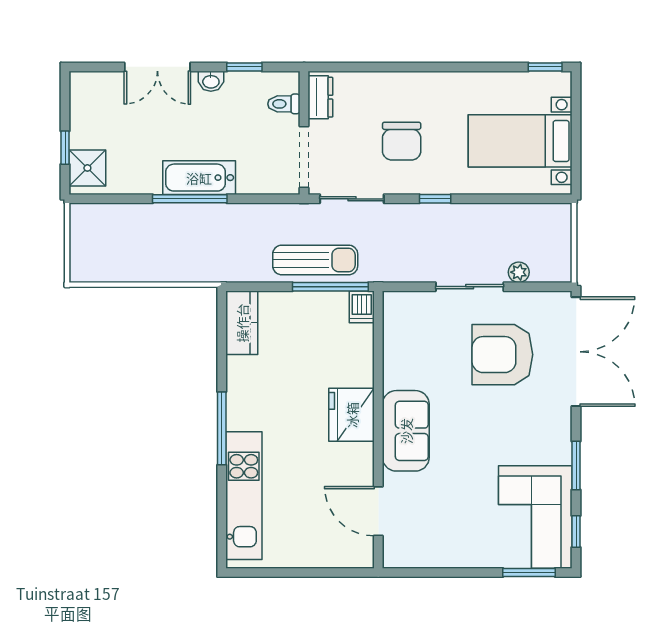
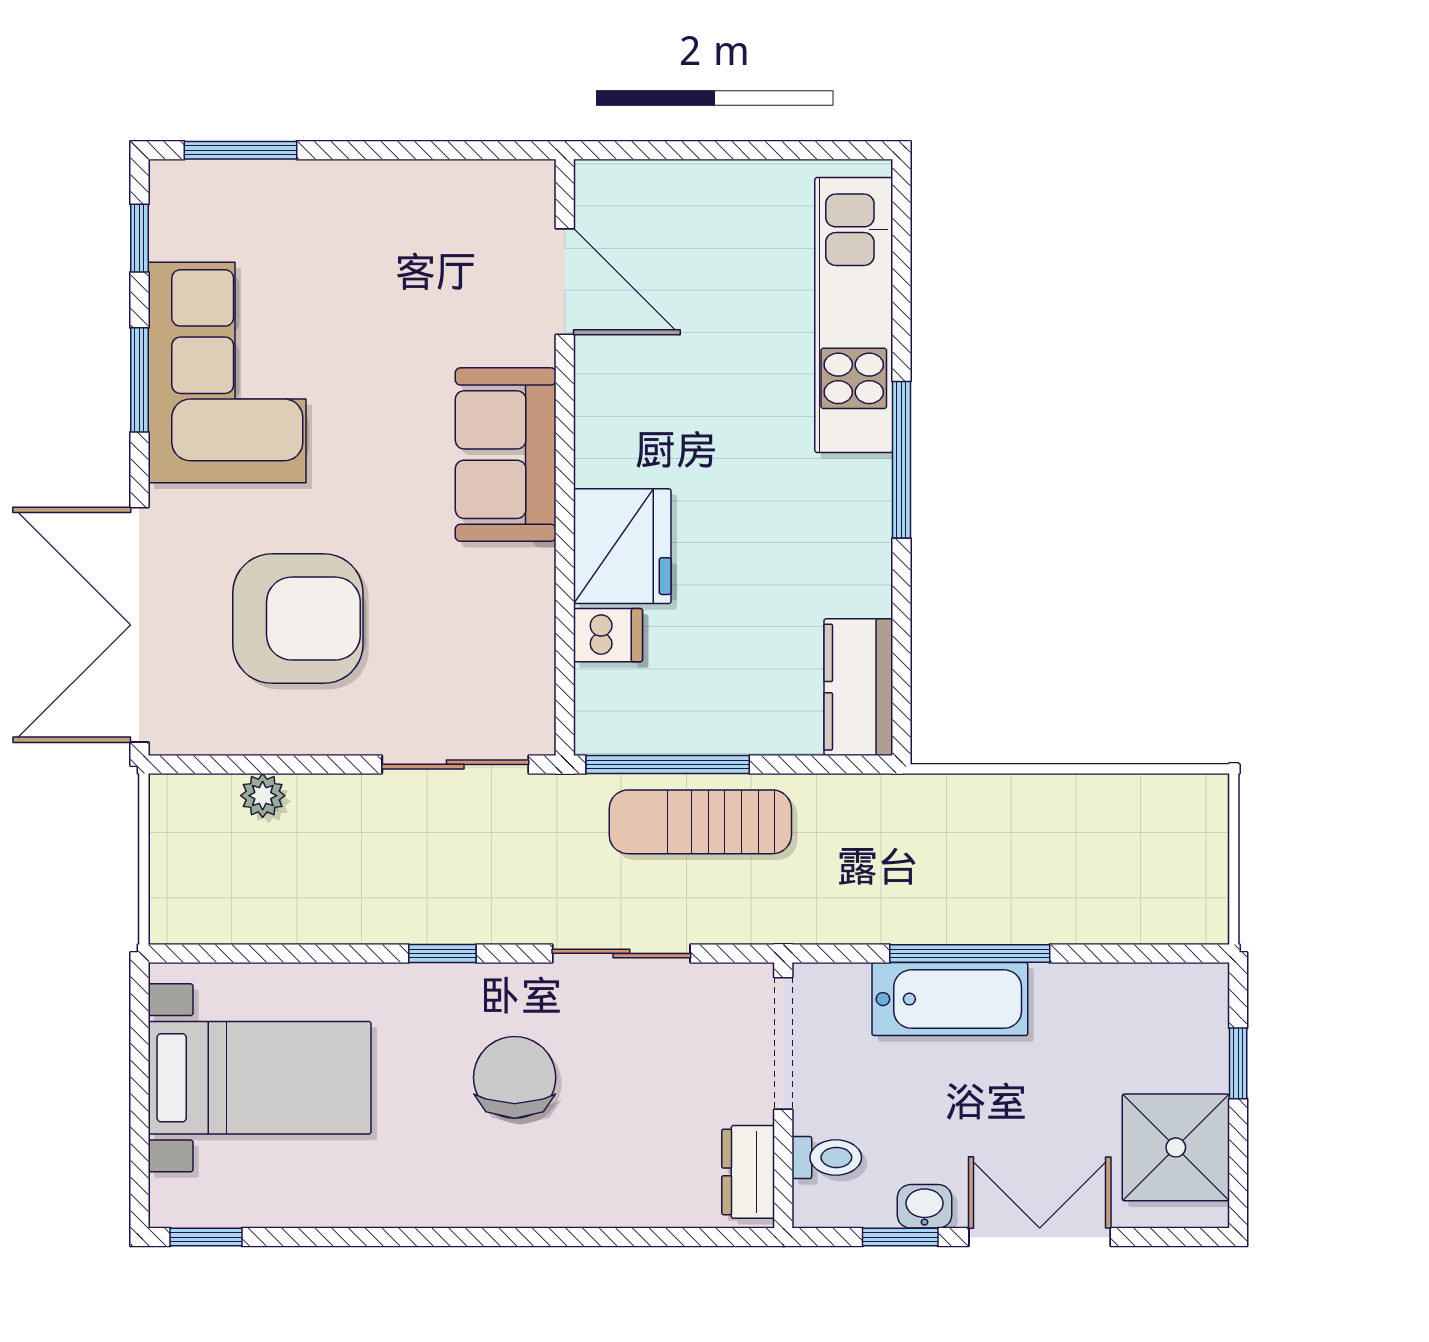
window: (244, 67) -> (900, 1237), moved
dresser: (320, 97) -> (748, 1172), moved
toilet: (284, 104) -> (827, 1157), moved
wall: (304, 133) -> (783, 1095), moved
doorway: (304, 157) -> (783, 1043), moved
shower: (87, 168) -> (1176, 1147), moved, width x1.36, depth x1.36
sliding door: (470, 287) -> (455, 764), moved
dishwasher: (362, 307) -> (608, 635), moved, turned 90
fridge: (352, 415) -> (622, 546), moved
corner sofa: (535, 517) -> (227, 372), moved

